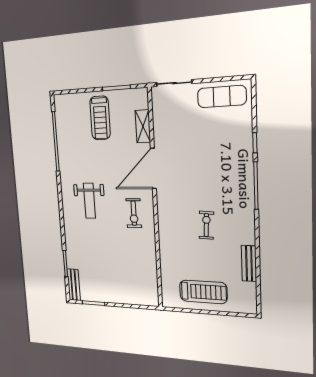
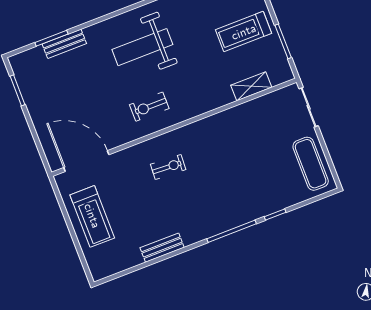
door: (153, 168) -> (86, 161), moved
weight bench: (89, 201) -> (142, 47), width x1.36, depth x1.33
exercise bike: (206, 225) -> (168, 167), moved
bench: (249, 263) -> (162, 248), moved
bench: (74, 285) -> (64, 44), moved

